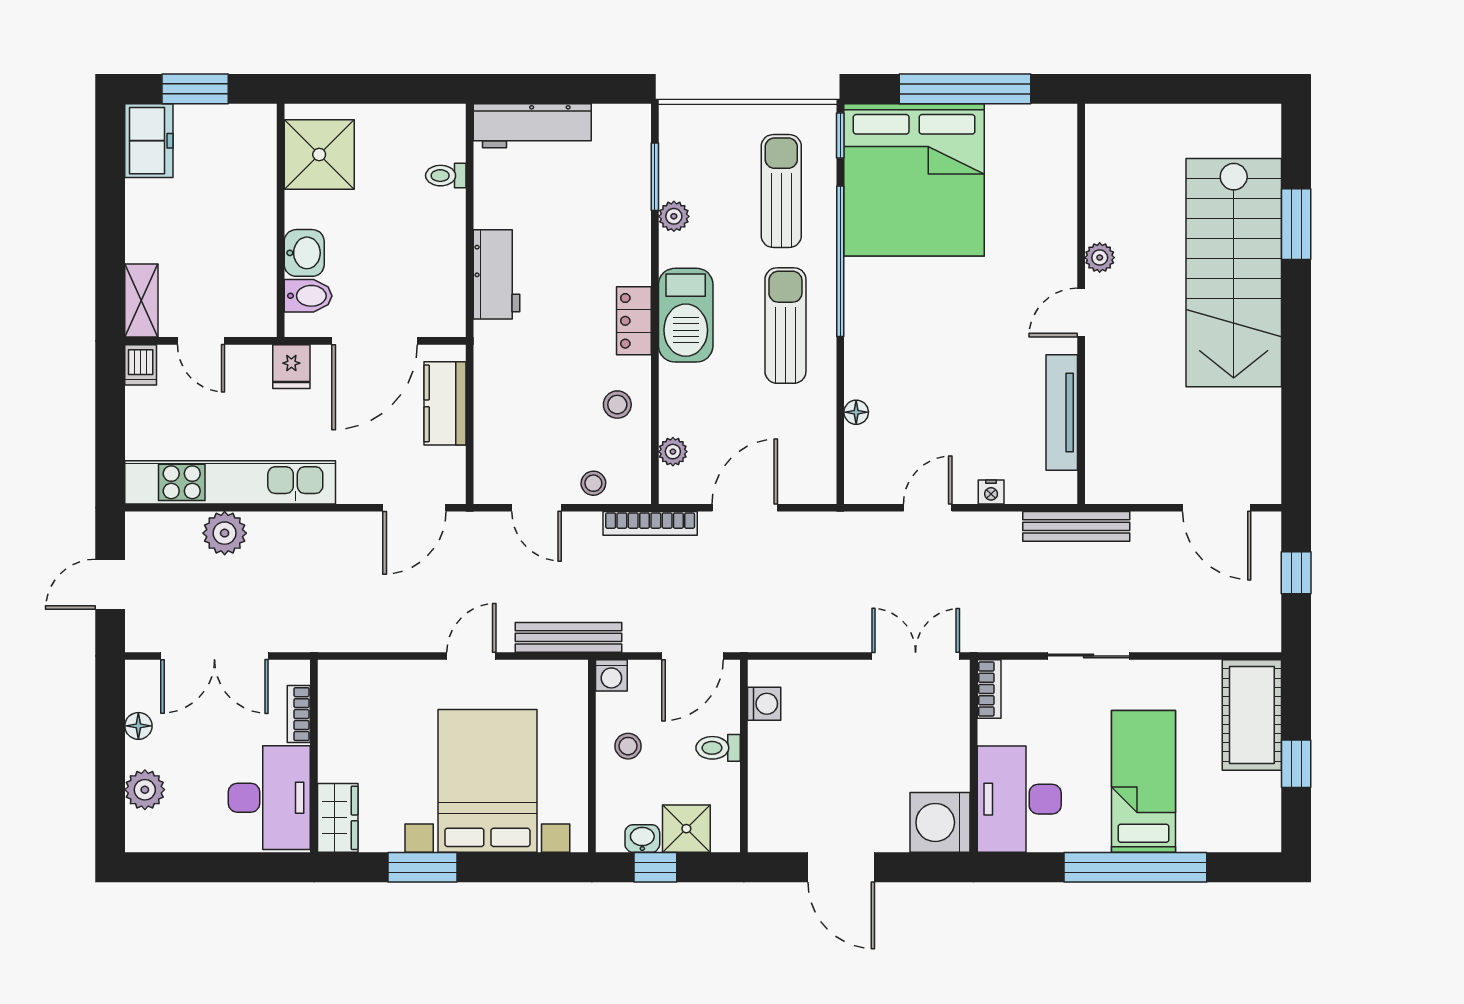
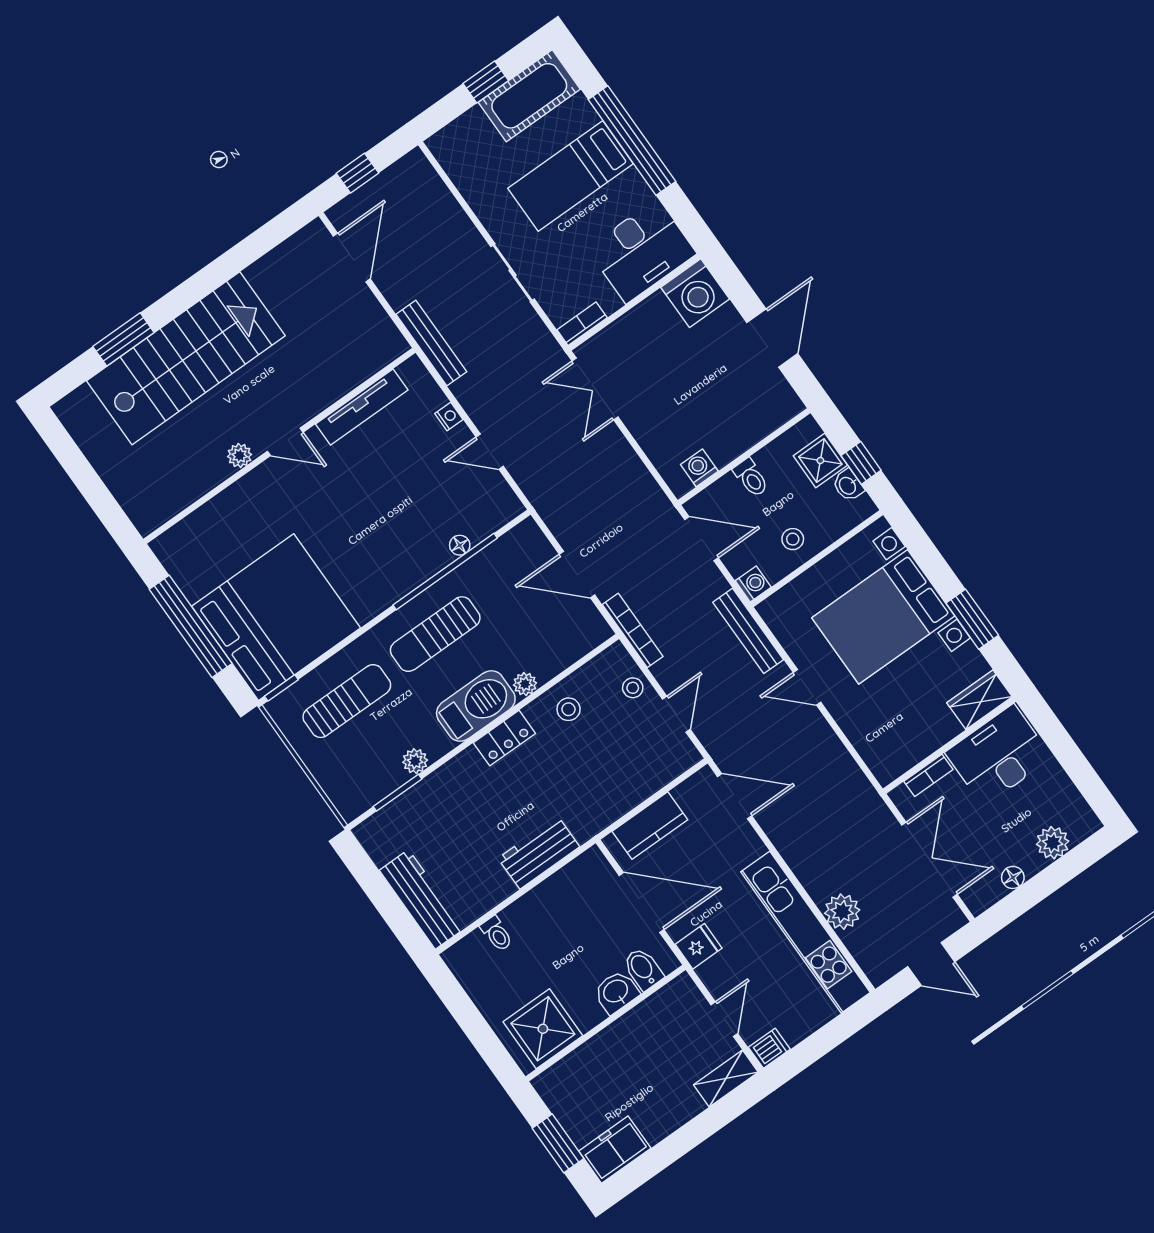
sun lounger: (781, 191) -> (347, 701), turned 180
window: (840, 261) -> (445, 572), moved
plant: (673, 452) -> (525, 684), moved
cot: (1252, 715) -> (529, 96), moved

